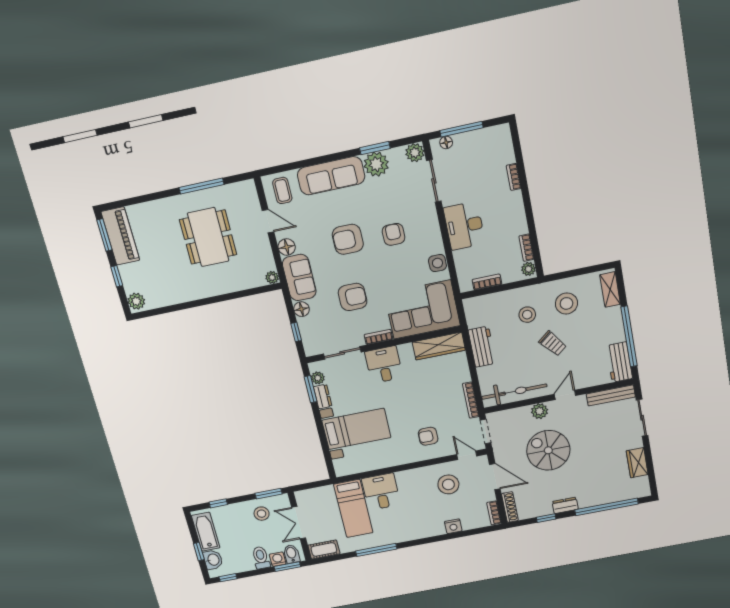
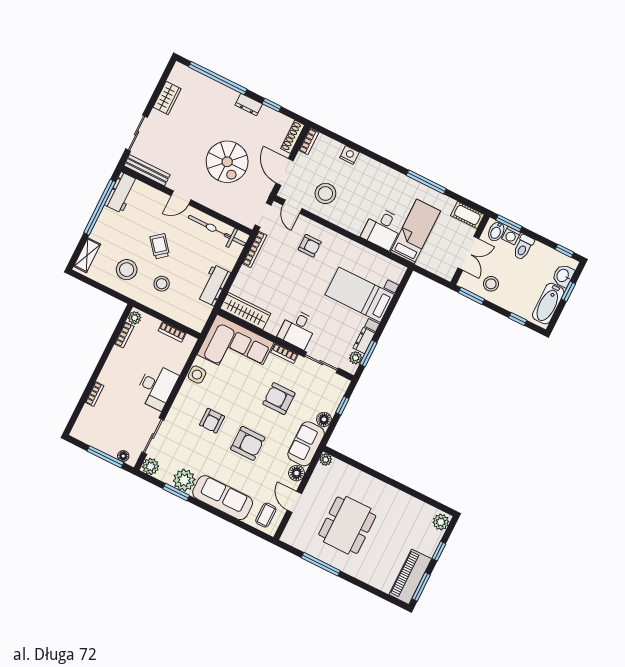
plant: (540, 411) -> (210, 200), removed

